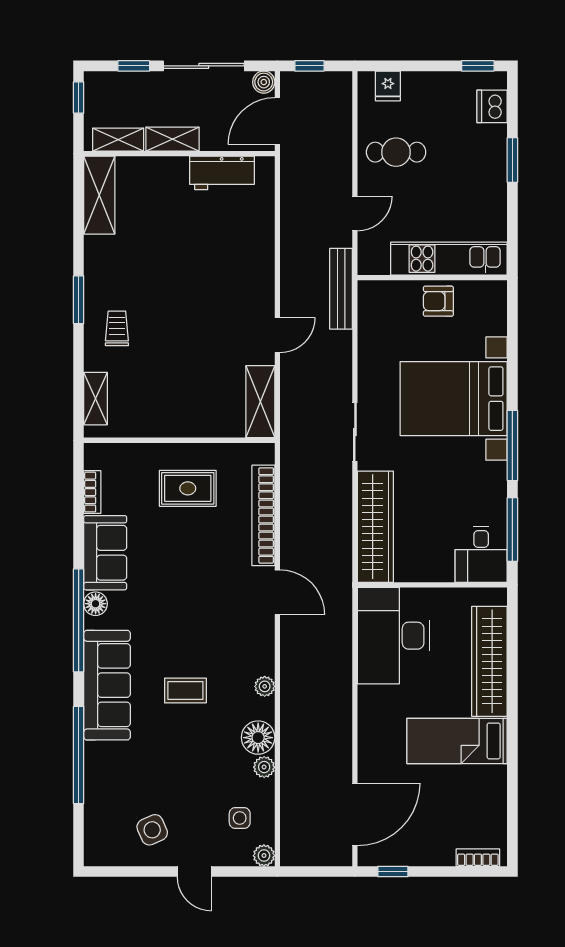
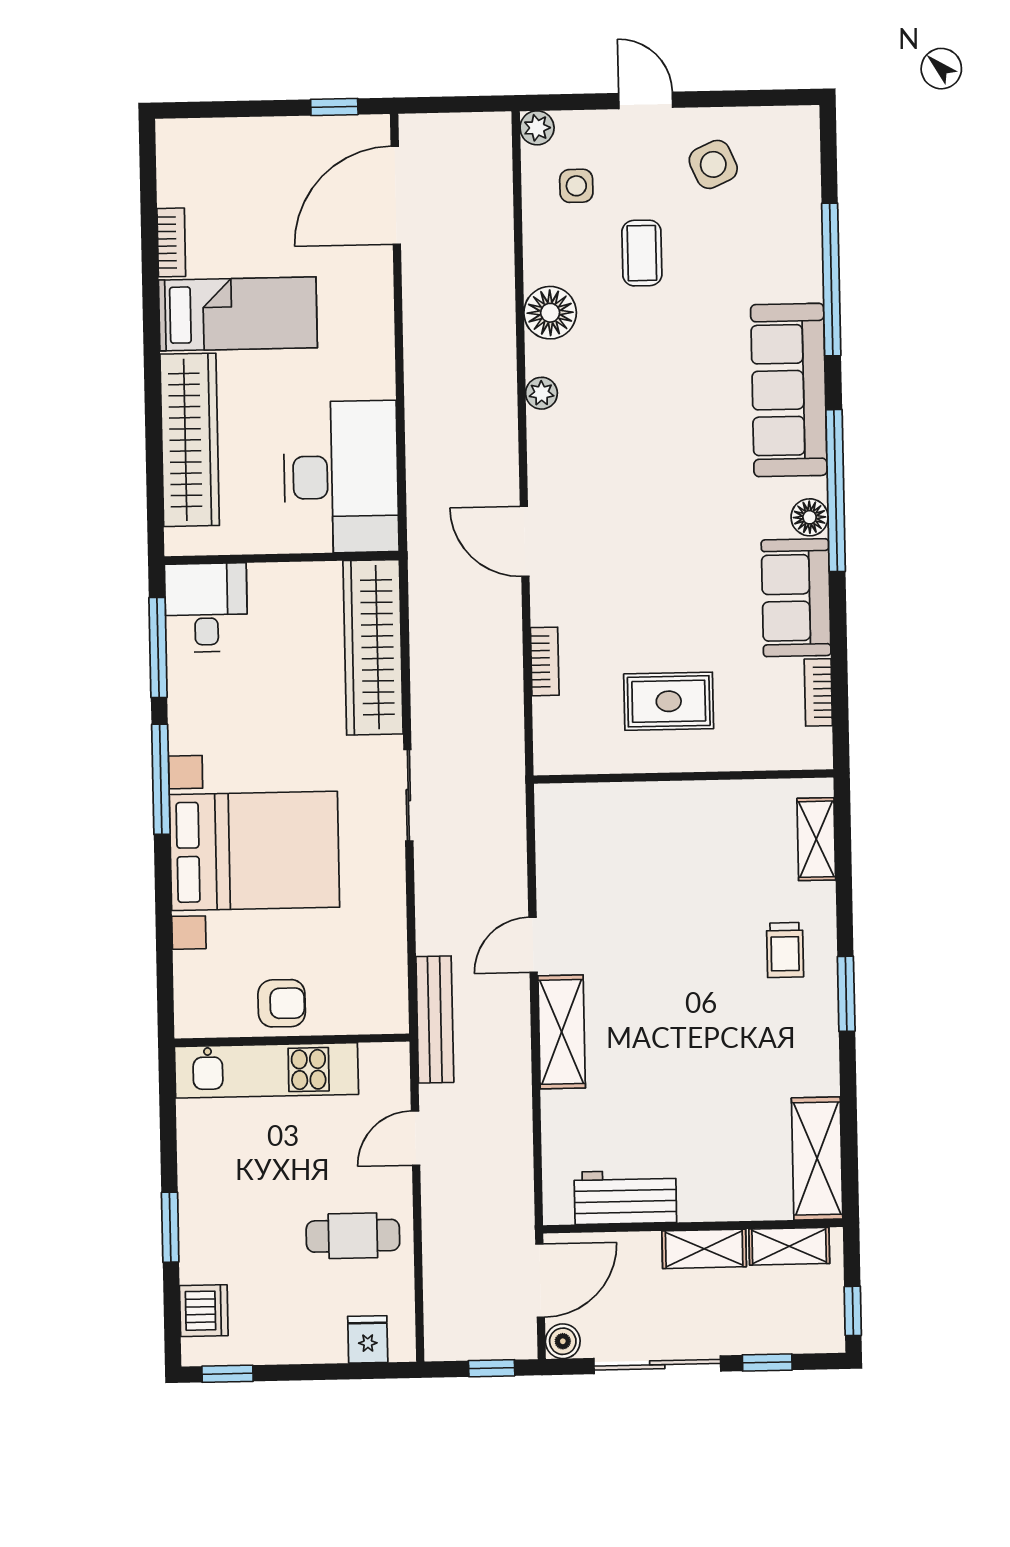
shelving: (260, 402) -> (562, 1032), moved
bookcase: (263, 515) -> (545, 661), width x0.43, depth x0.76
coffee table: (185, 691) -> (642, 253), moved, turned 90
plant: (264, 767) -> (540, 267), removed
bookcase: (478, 858) -> (171, 242), moved, turned -90

